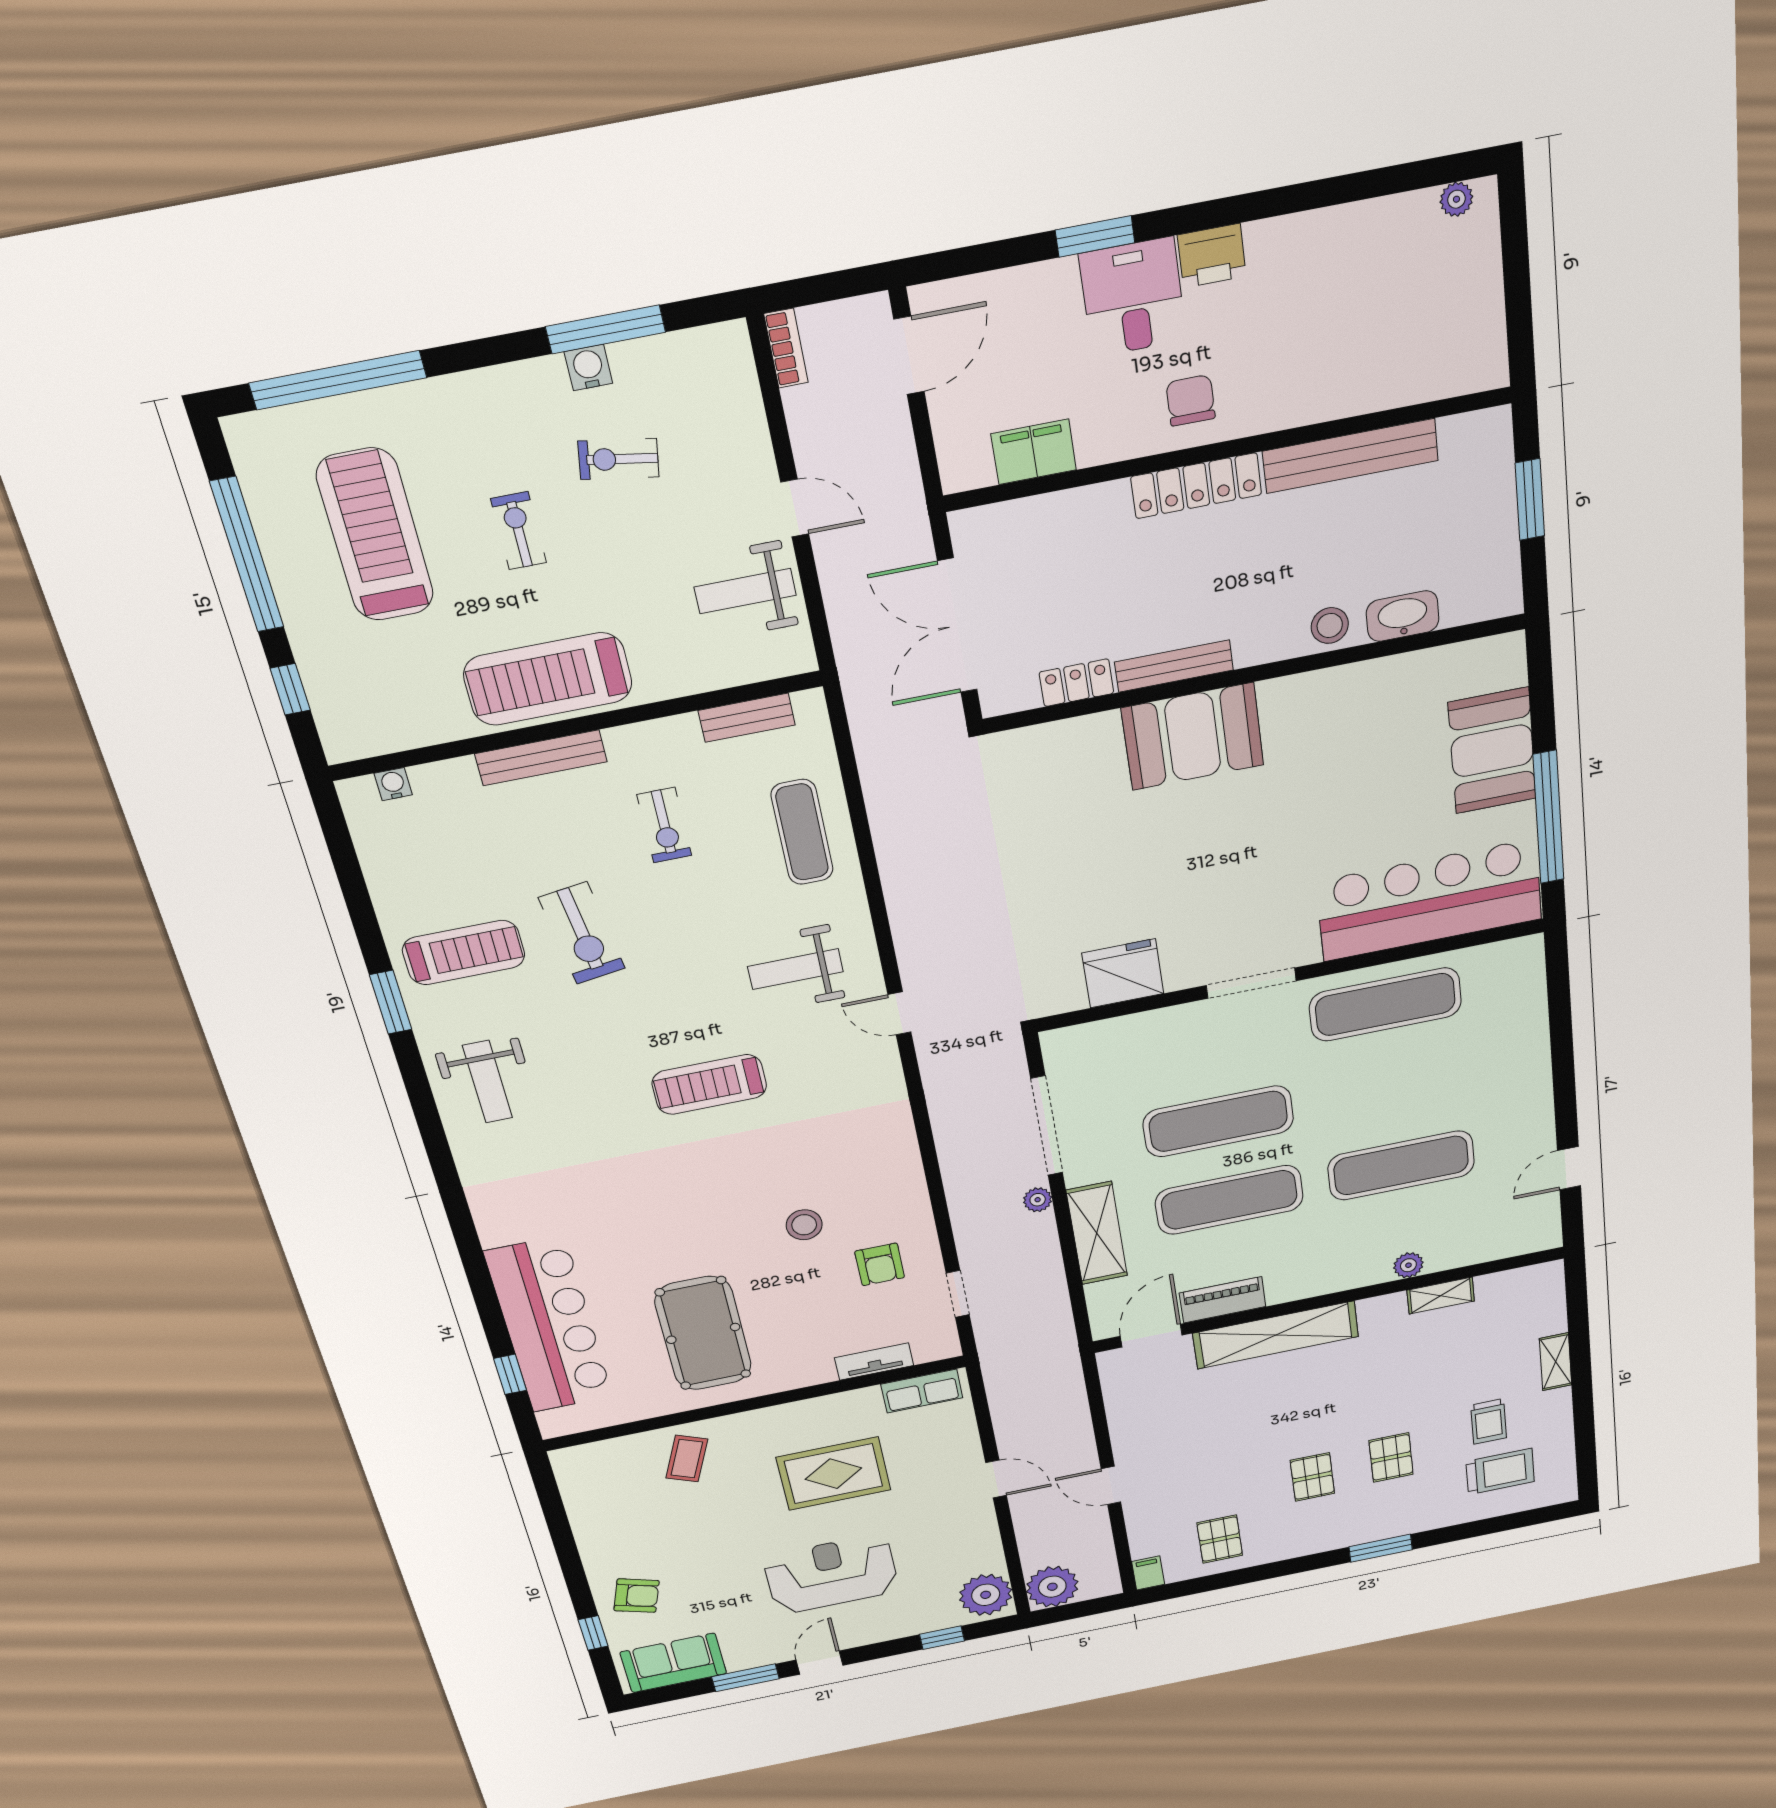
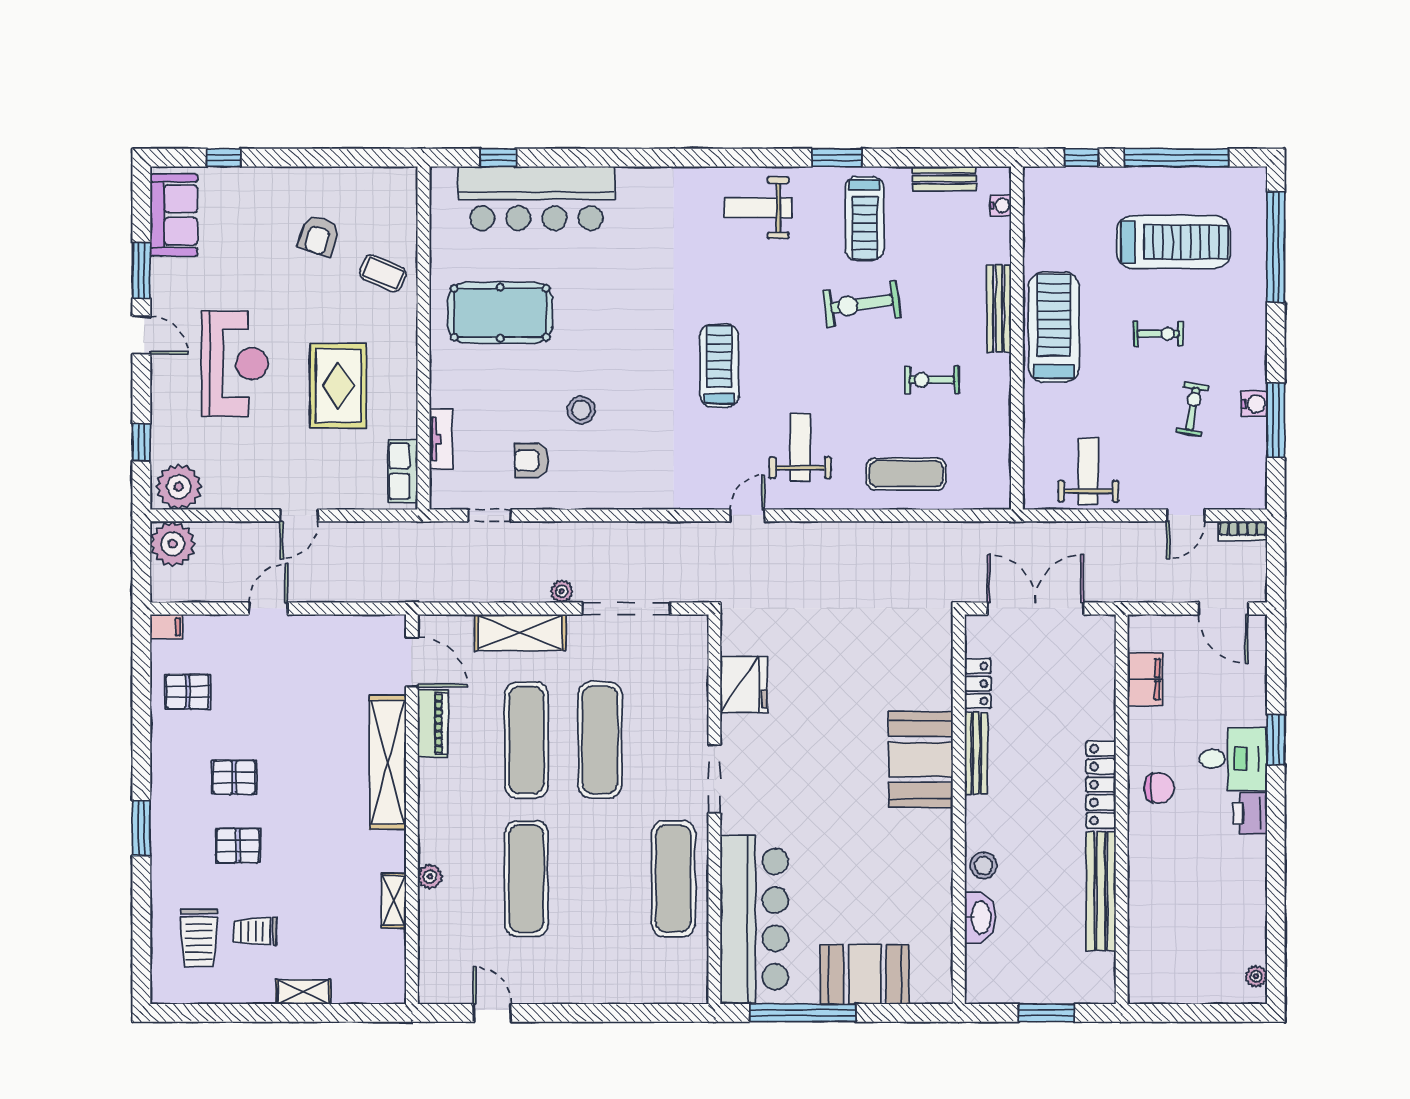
door: (795, 508) -> (1186, 515), moved
bench: (747, 718) -> (944, 178), moved, turned 90
armchair: (637, 1596) -> (319, 236), moved

